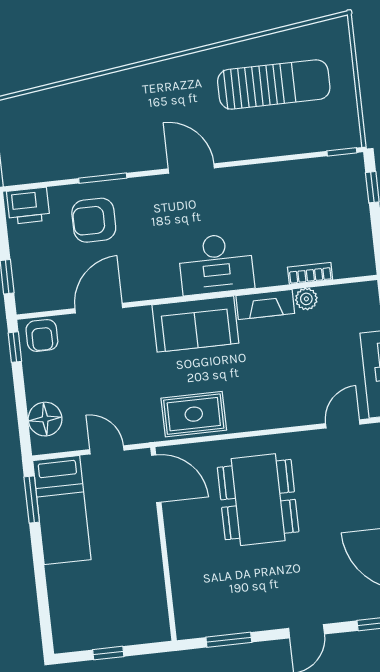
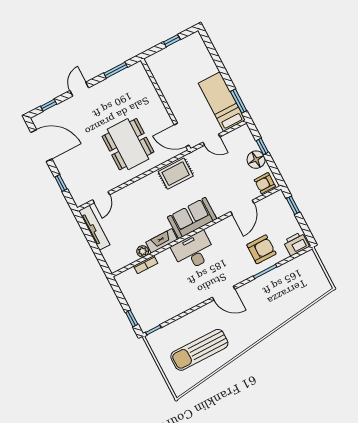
armchair: (42, 335) -> (265, 183), turned -90
window: (15, 347) -> (262, 146), moved
floor lamp: (45, 419) -> (256, 160), moved

